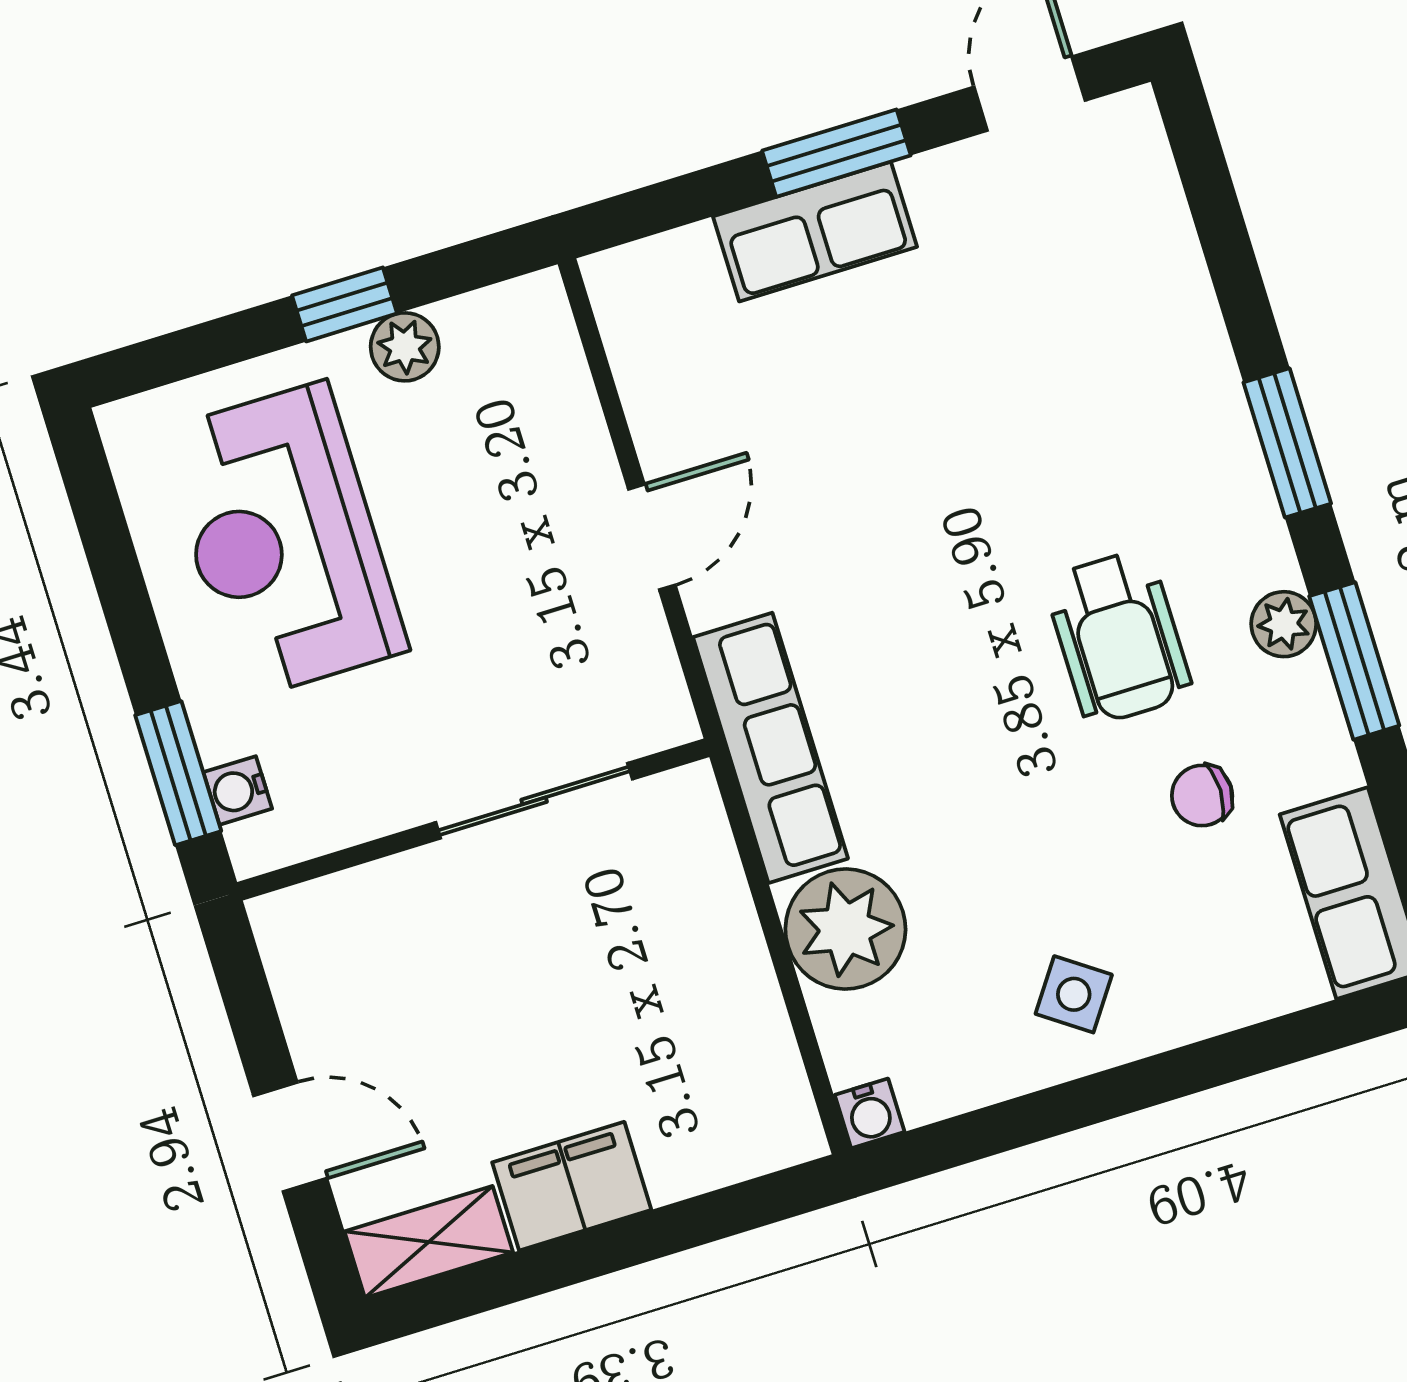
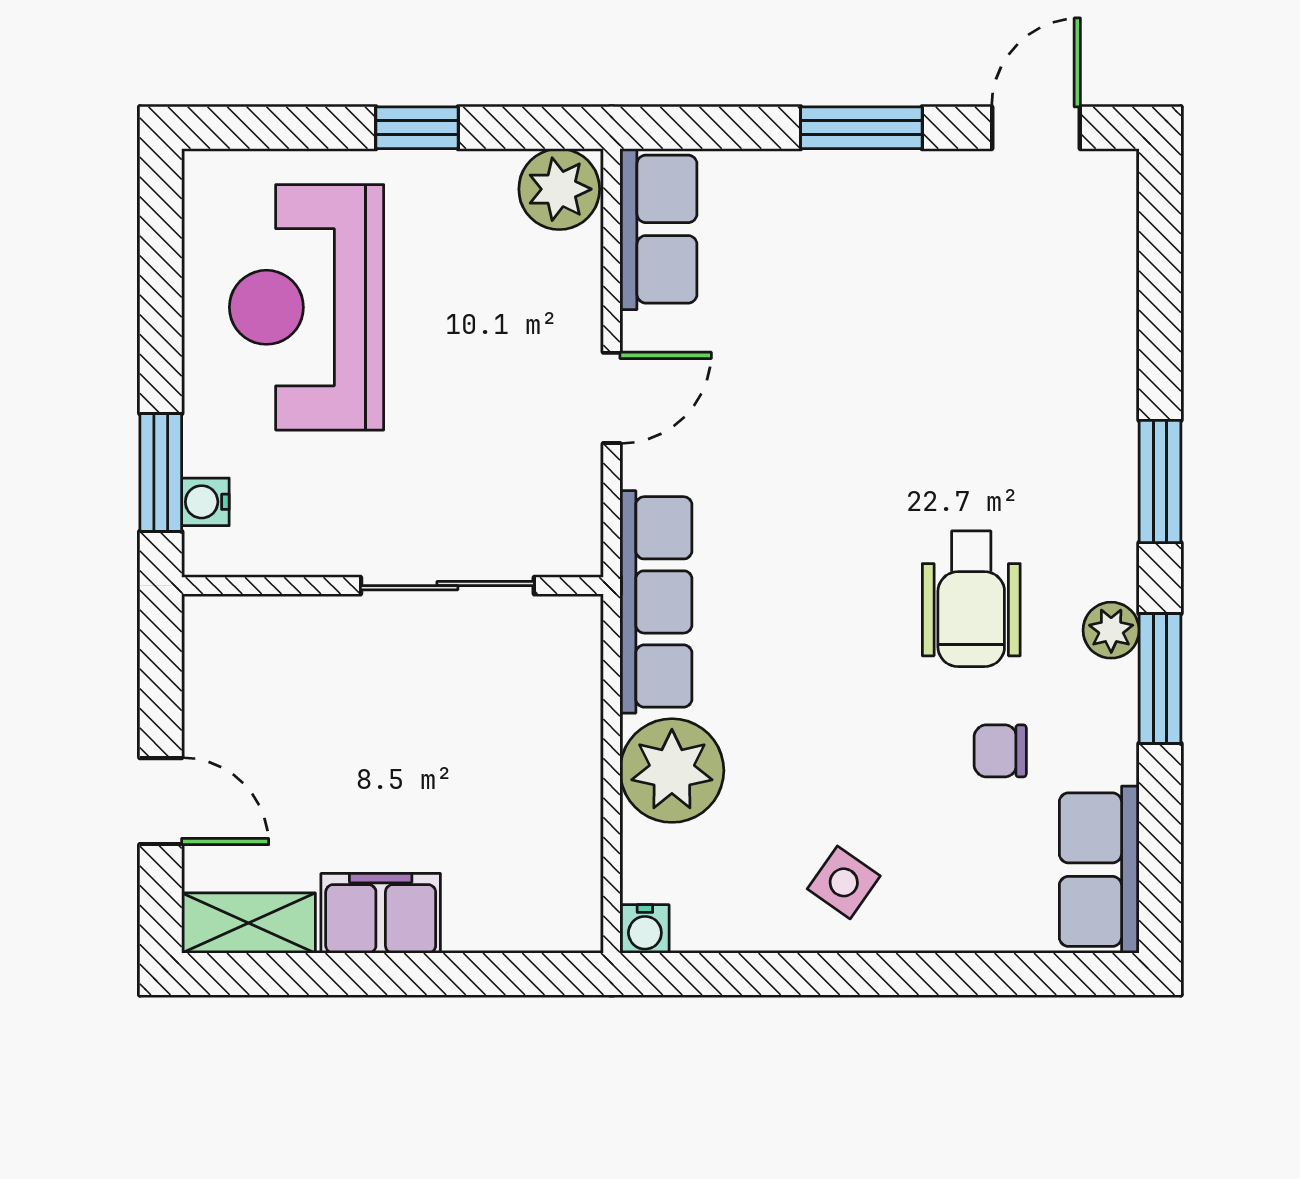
row of seats: (815, 232) -> (658, 229), moved, turned -90
plant: (405, 347) -> (559, 189), moved, width x1.38, depth x1.38

